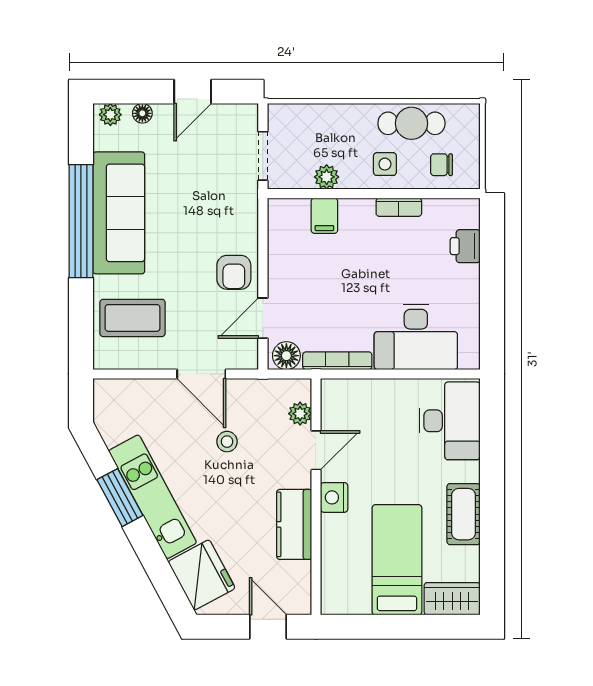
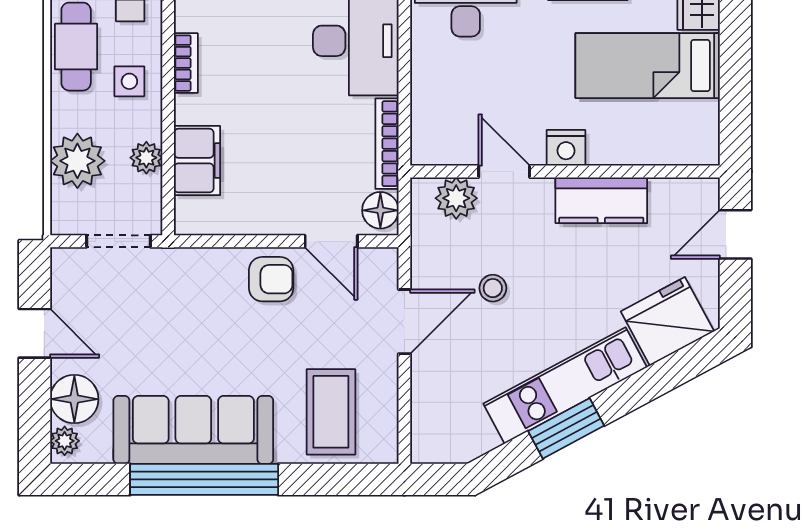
floor lamp: (142, 113) -> (74, 399), width x1.89, depth x1.89
plant: (324, 124) -> (77, 161), added
filing cabinet: (324, 216) -> (197, 161), width x2.00
plant: (300, 414) -> (456, 198), width x1.38, depth x1.38

